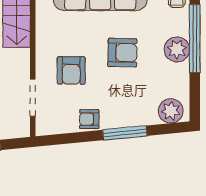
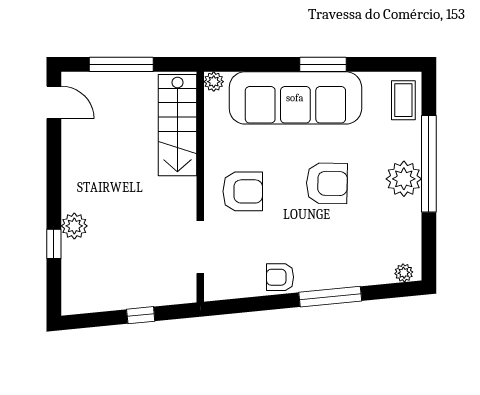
armchair: (71, 70) -> (243, 191), moved, turned -90
plant: (171, 111) -> (404, 273), width x0.53, depth x0.53

